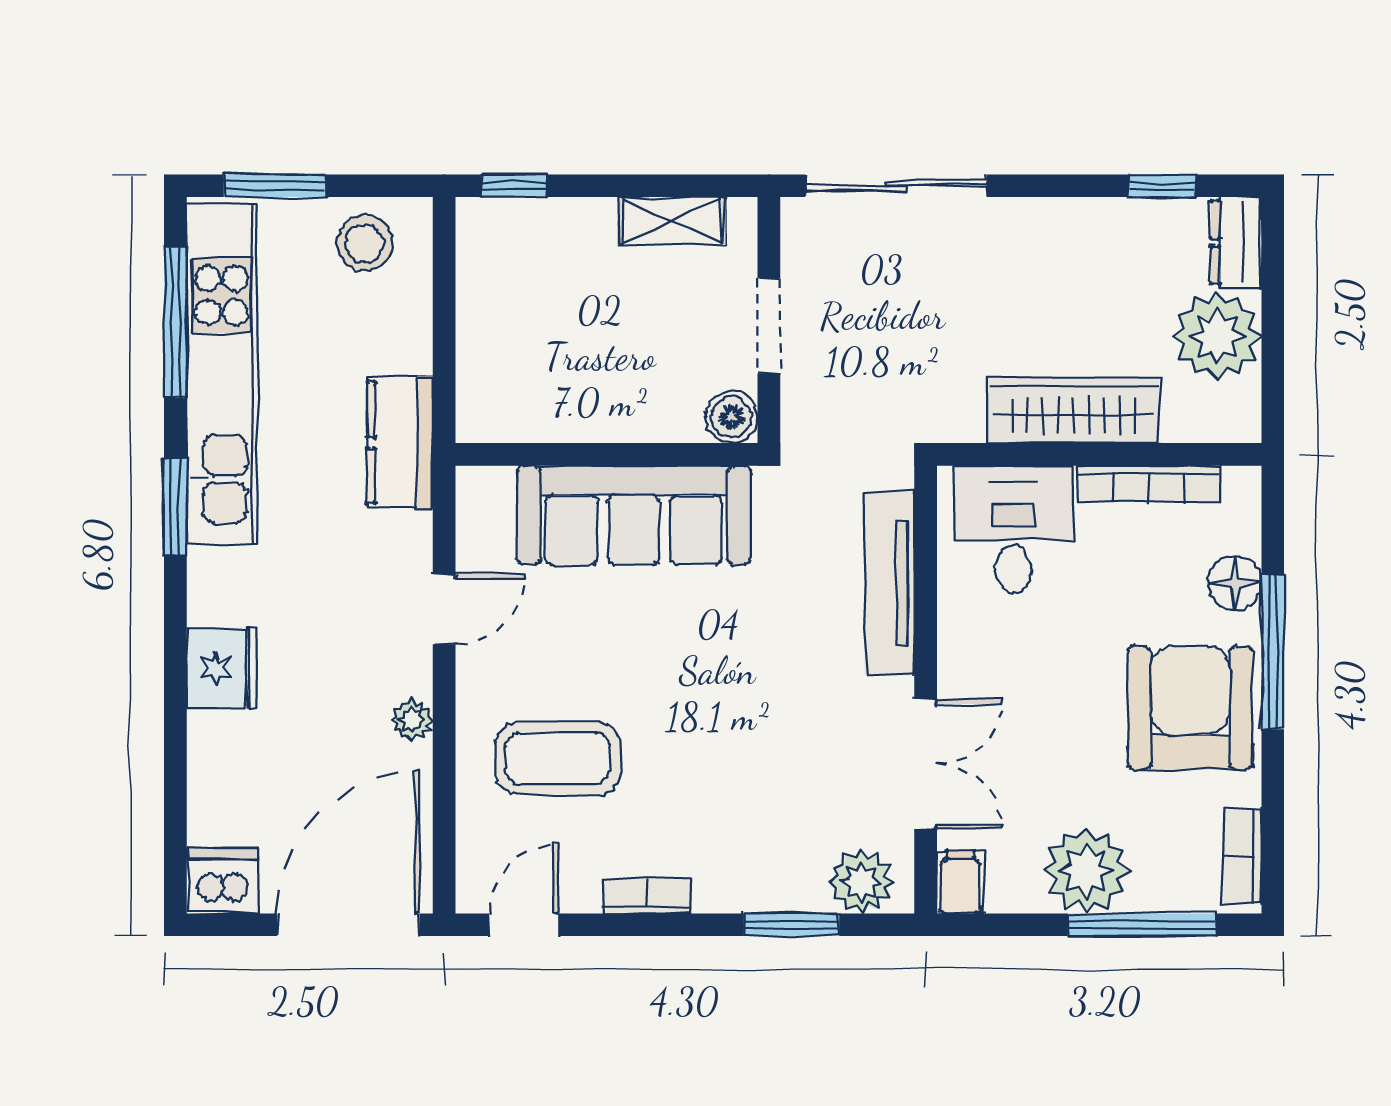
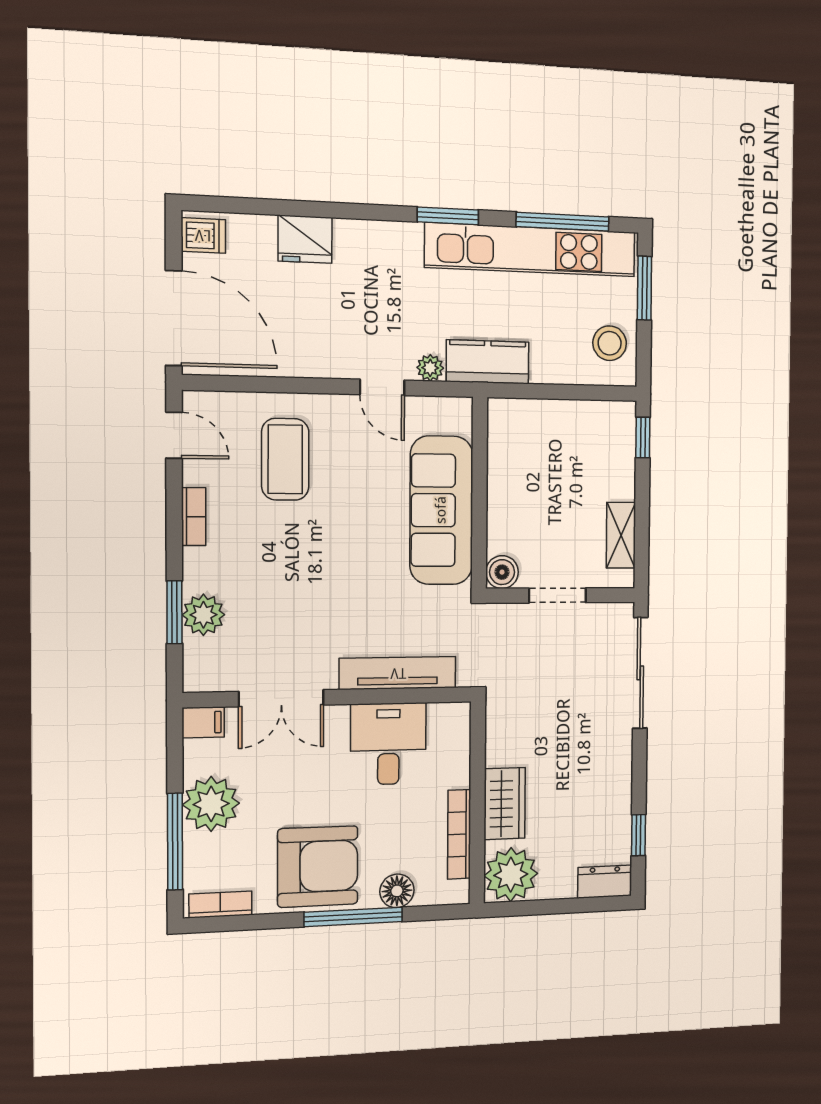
plant: (1217, 336) -> (511, 875), moved
wardrobe: (1073, 410) -> (505, 804), width x0.67
desk: (1014, 530) -> (388, 744), moved, turned -90
fridge: (222, 668) -> (305, 239), moved
plant: (412, 720) -> (430, 368), moved
dishwasher: (223, 881) -> (203, 235), width x0.73
plant: (861, 882) -> (203, 615), moved

